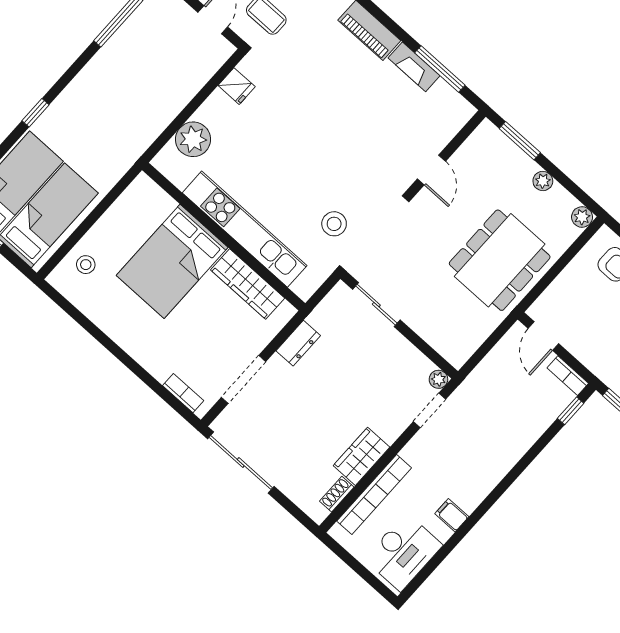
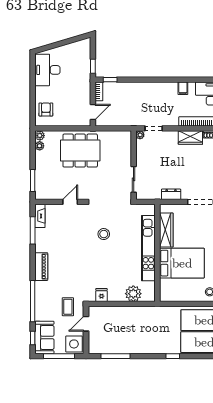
fireplace: (414, 67) -> (40, 216), moved
plant: (543, 181) -> (40, 146), moved
stool: (334, 224) -> (104, 234), moved

